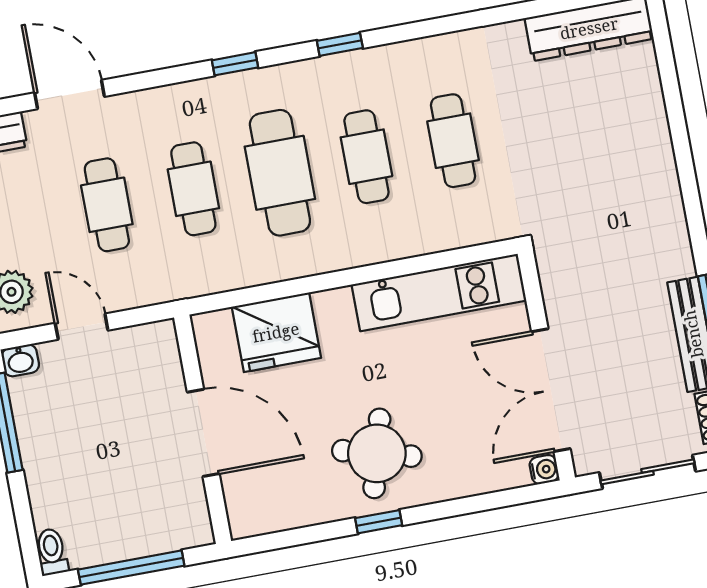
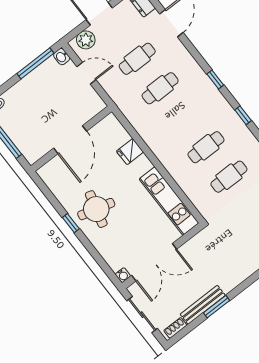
cafe table: (280, 173) -> (183, 118), removed
door: (82, 327) -> (86, 73), hinge flipped
fridge: (276, 332) -> (130, 152), width x0.53, depth x0.75
double door: (551, 390) -> (154, 262), swing flipped

